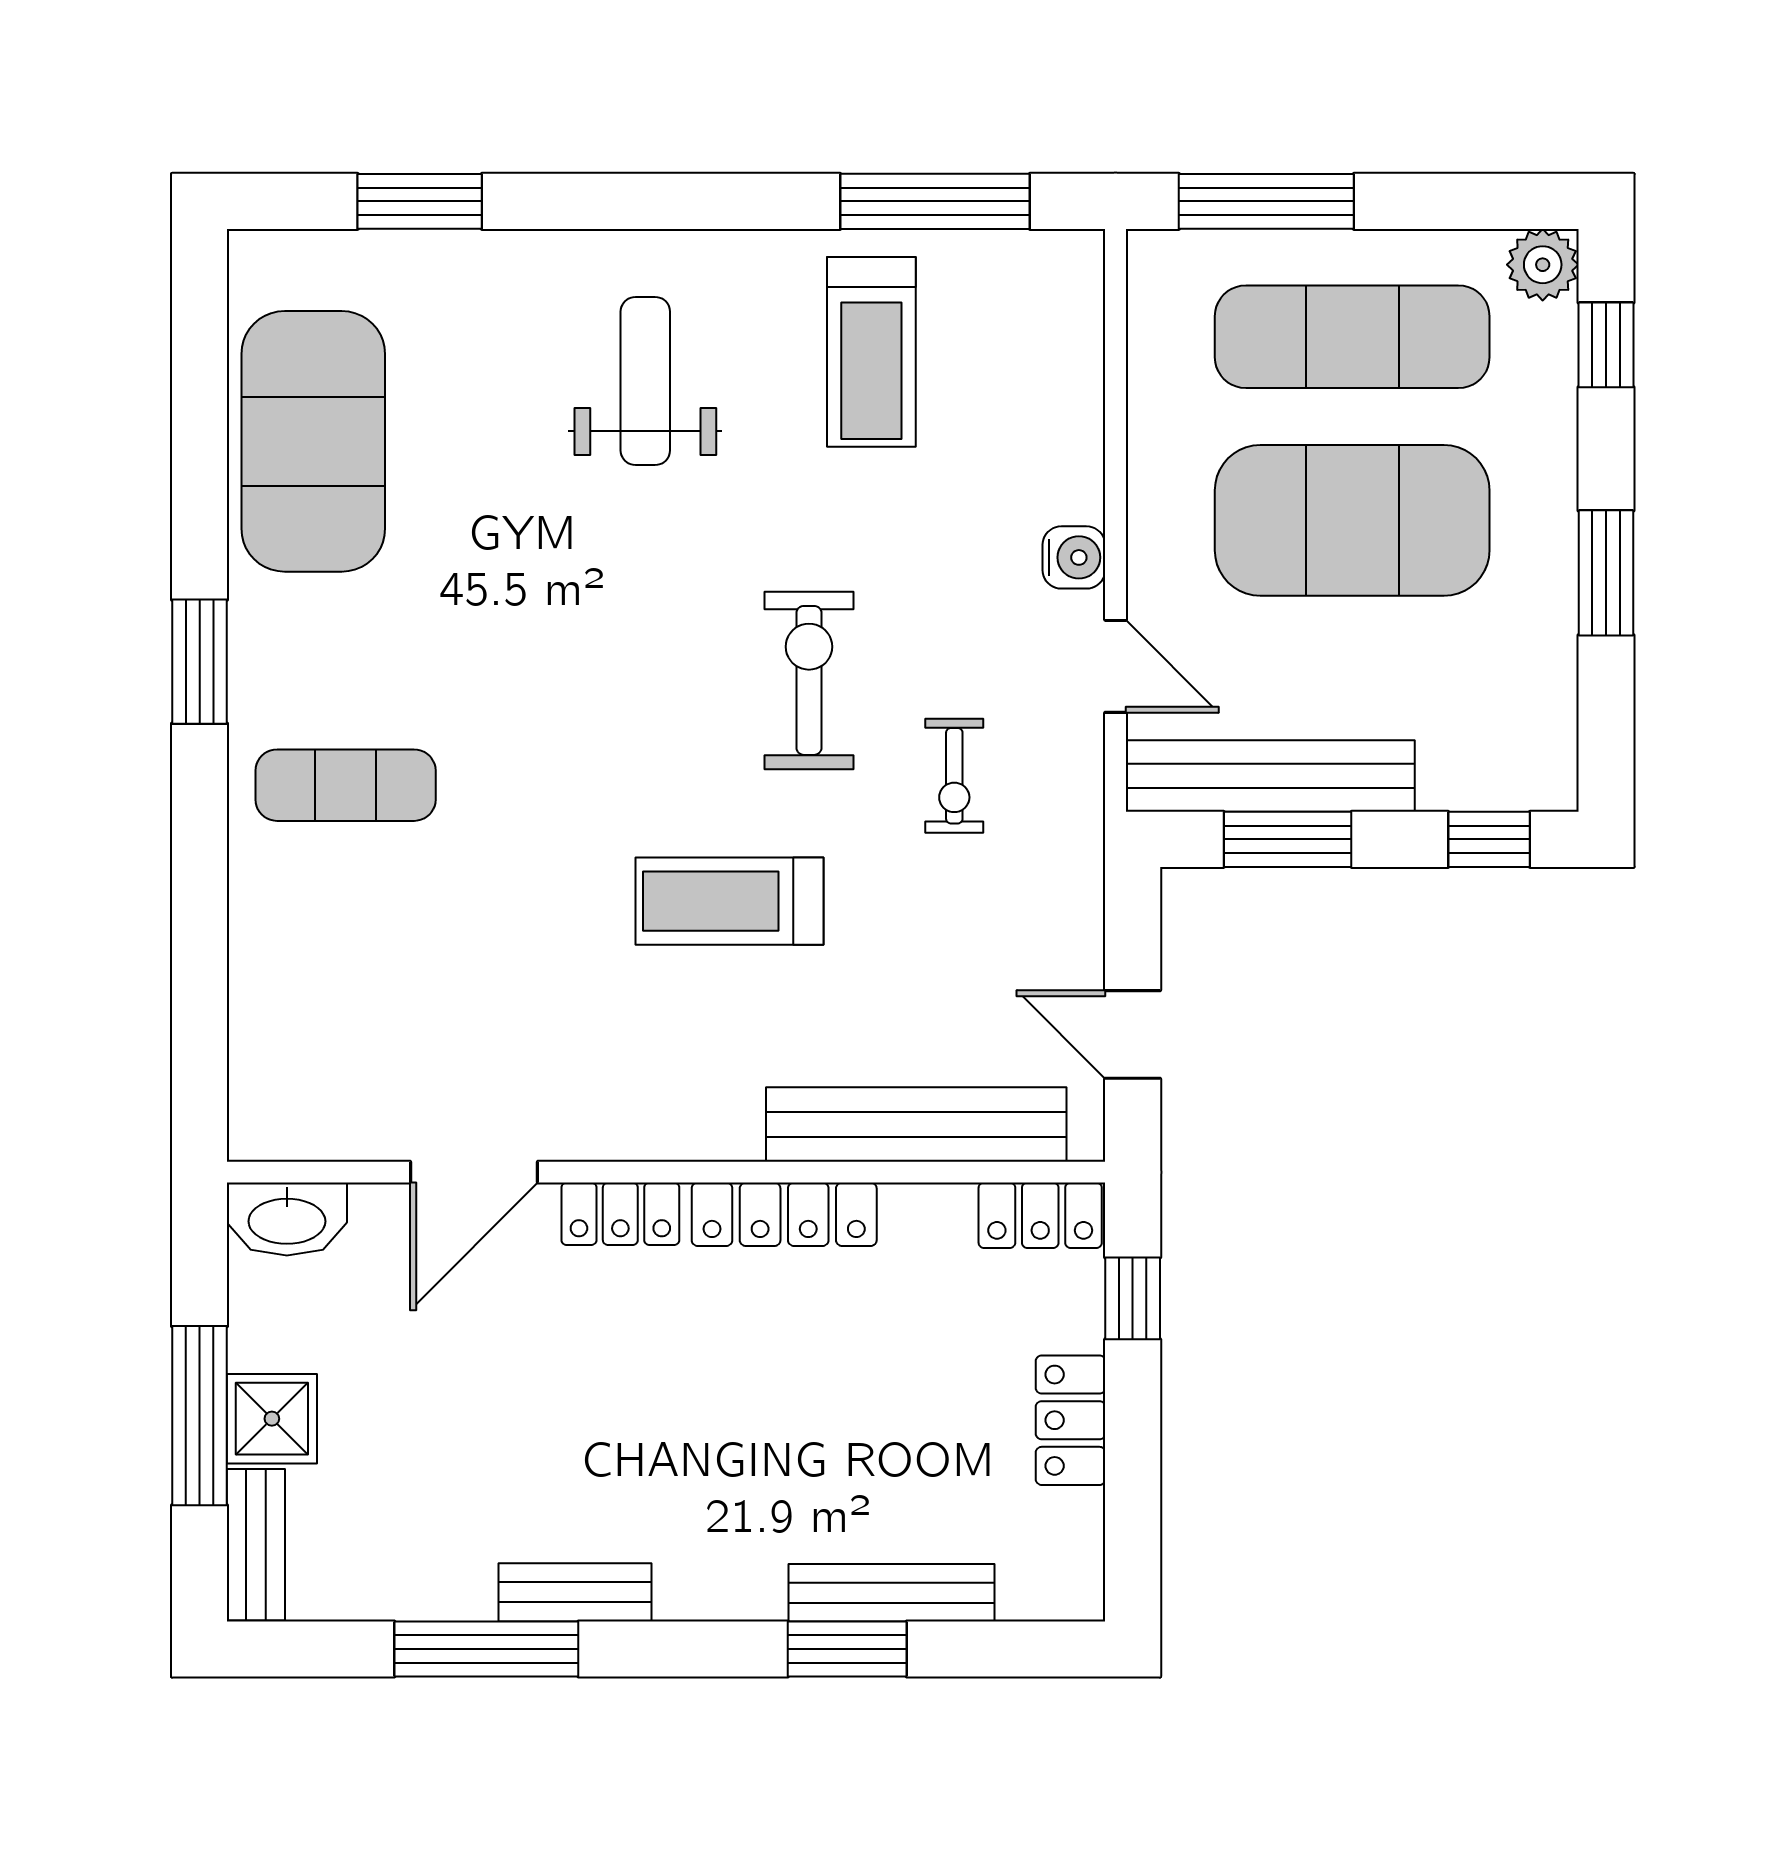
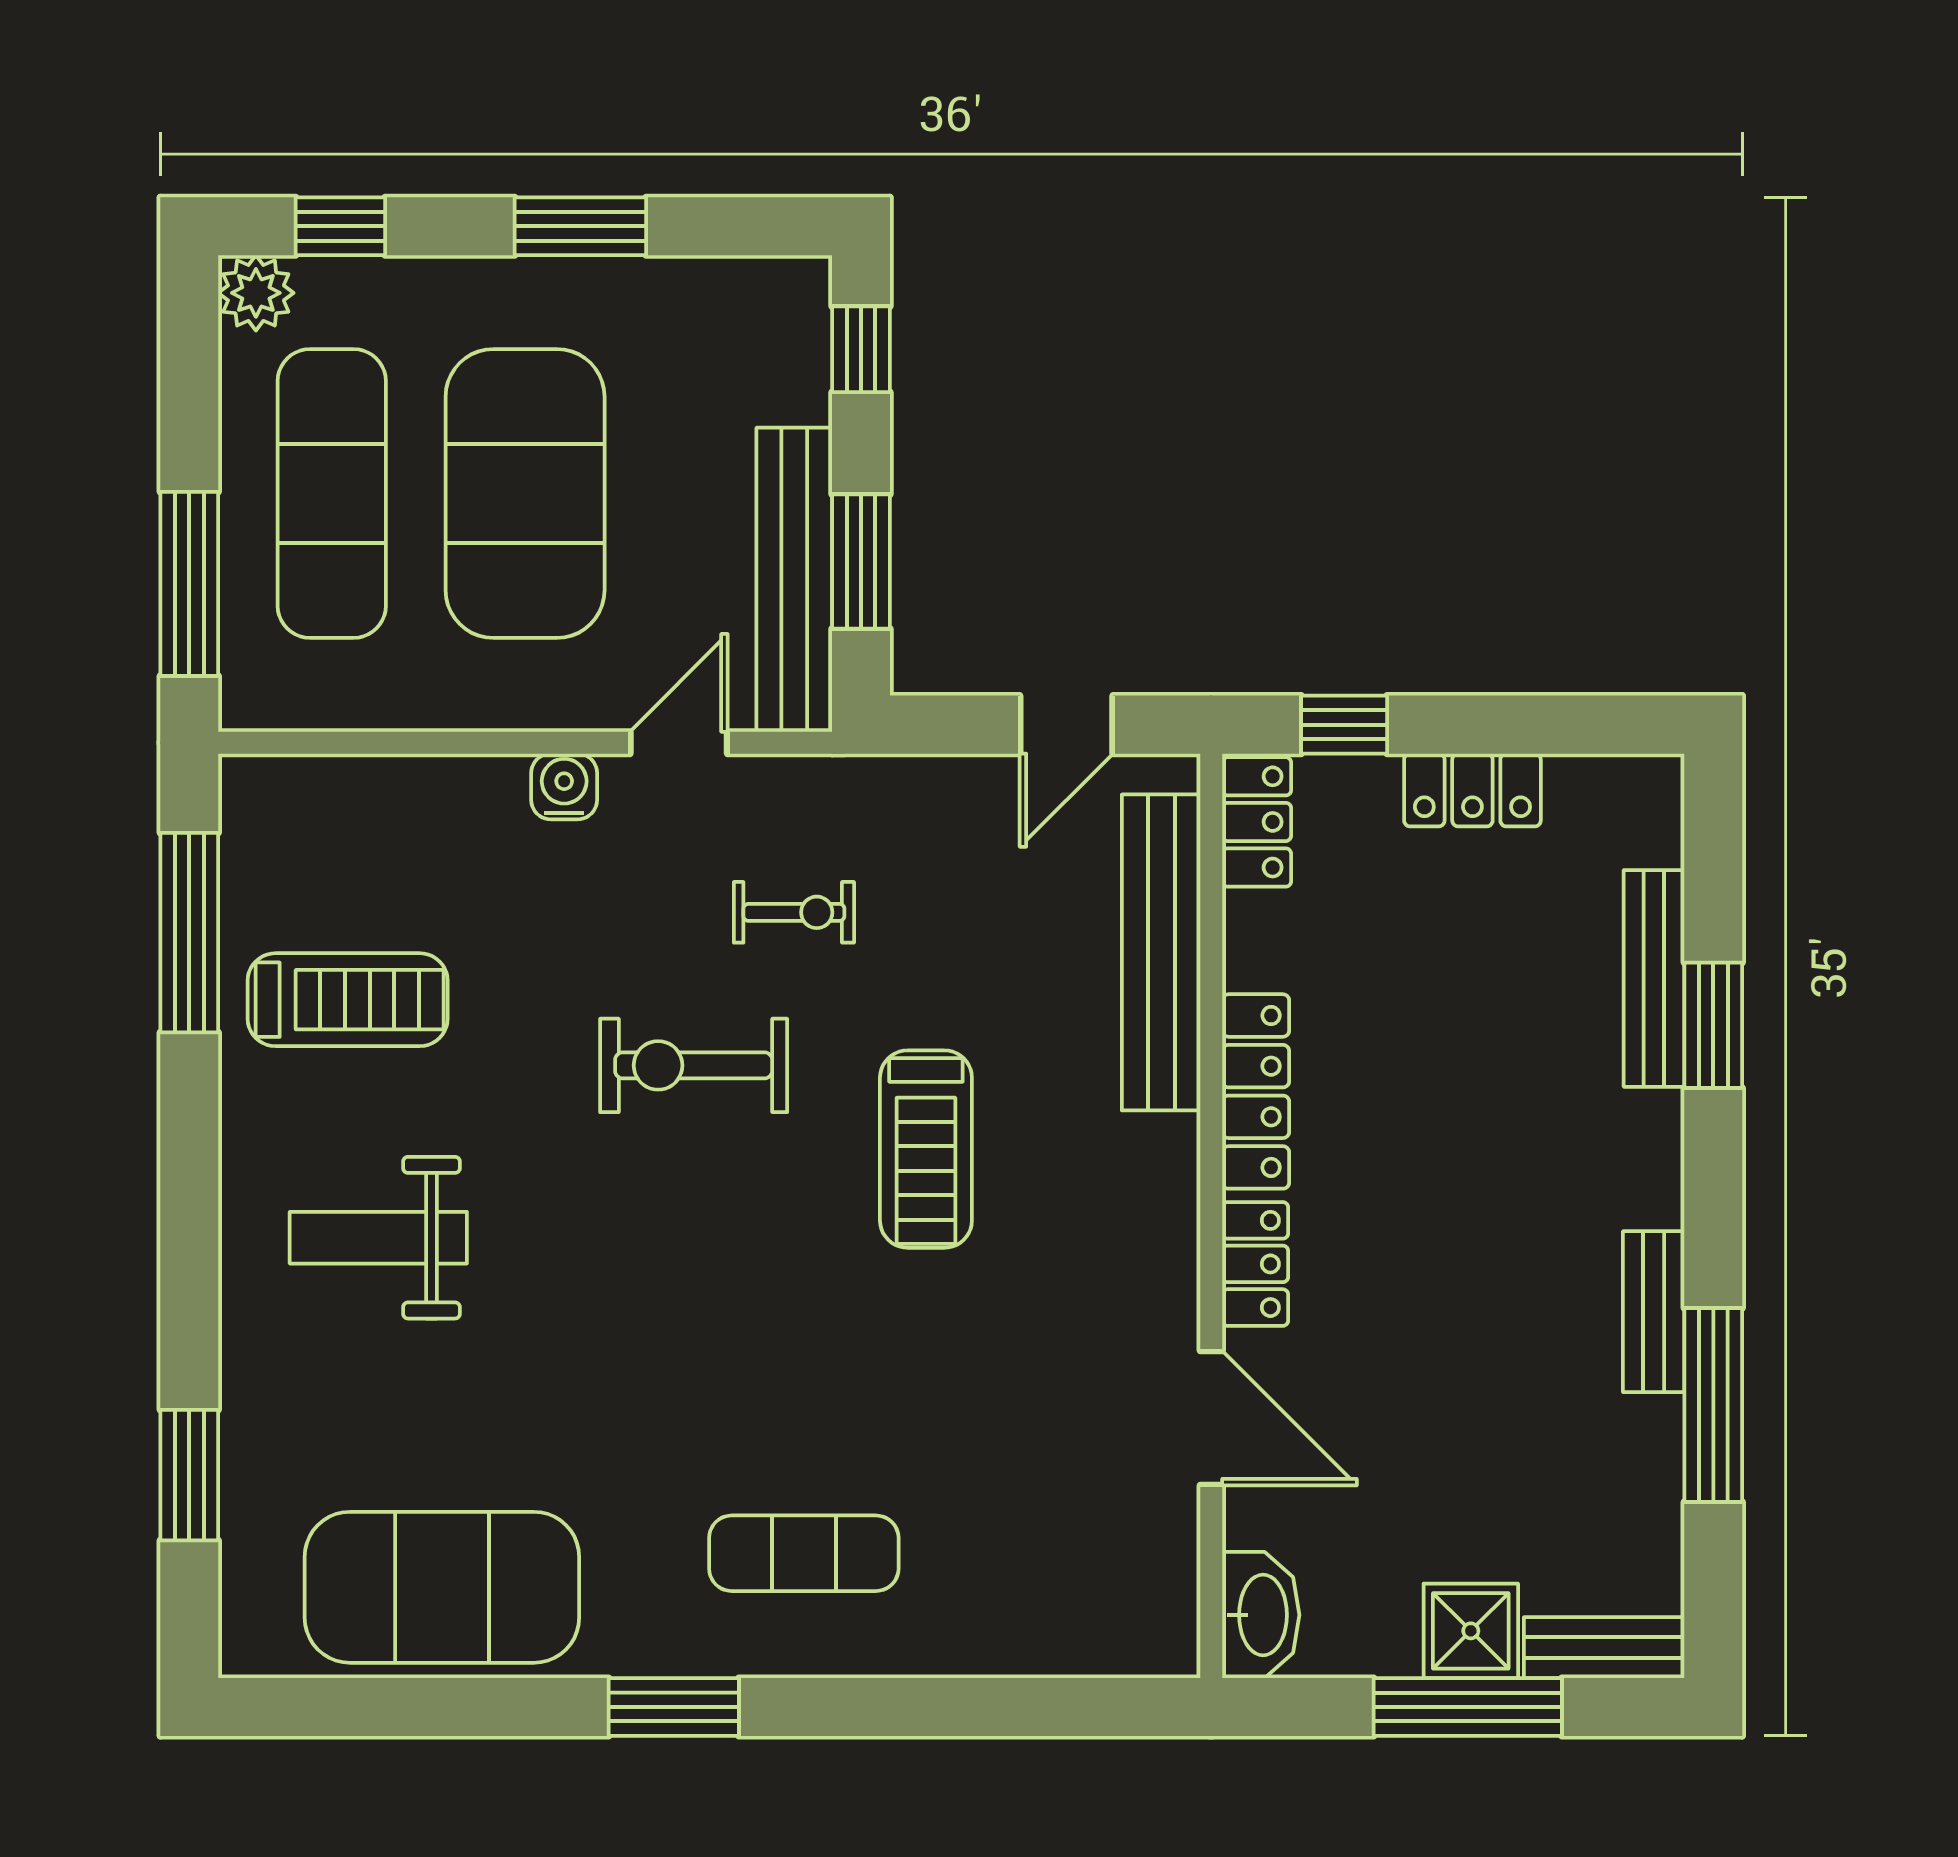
exercise mat: (346, 785) -> (804, 1553), turned 90

